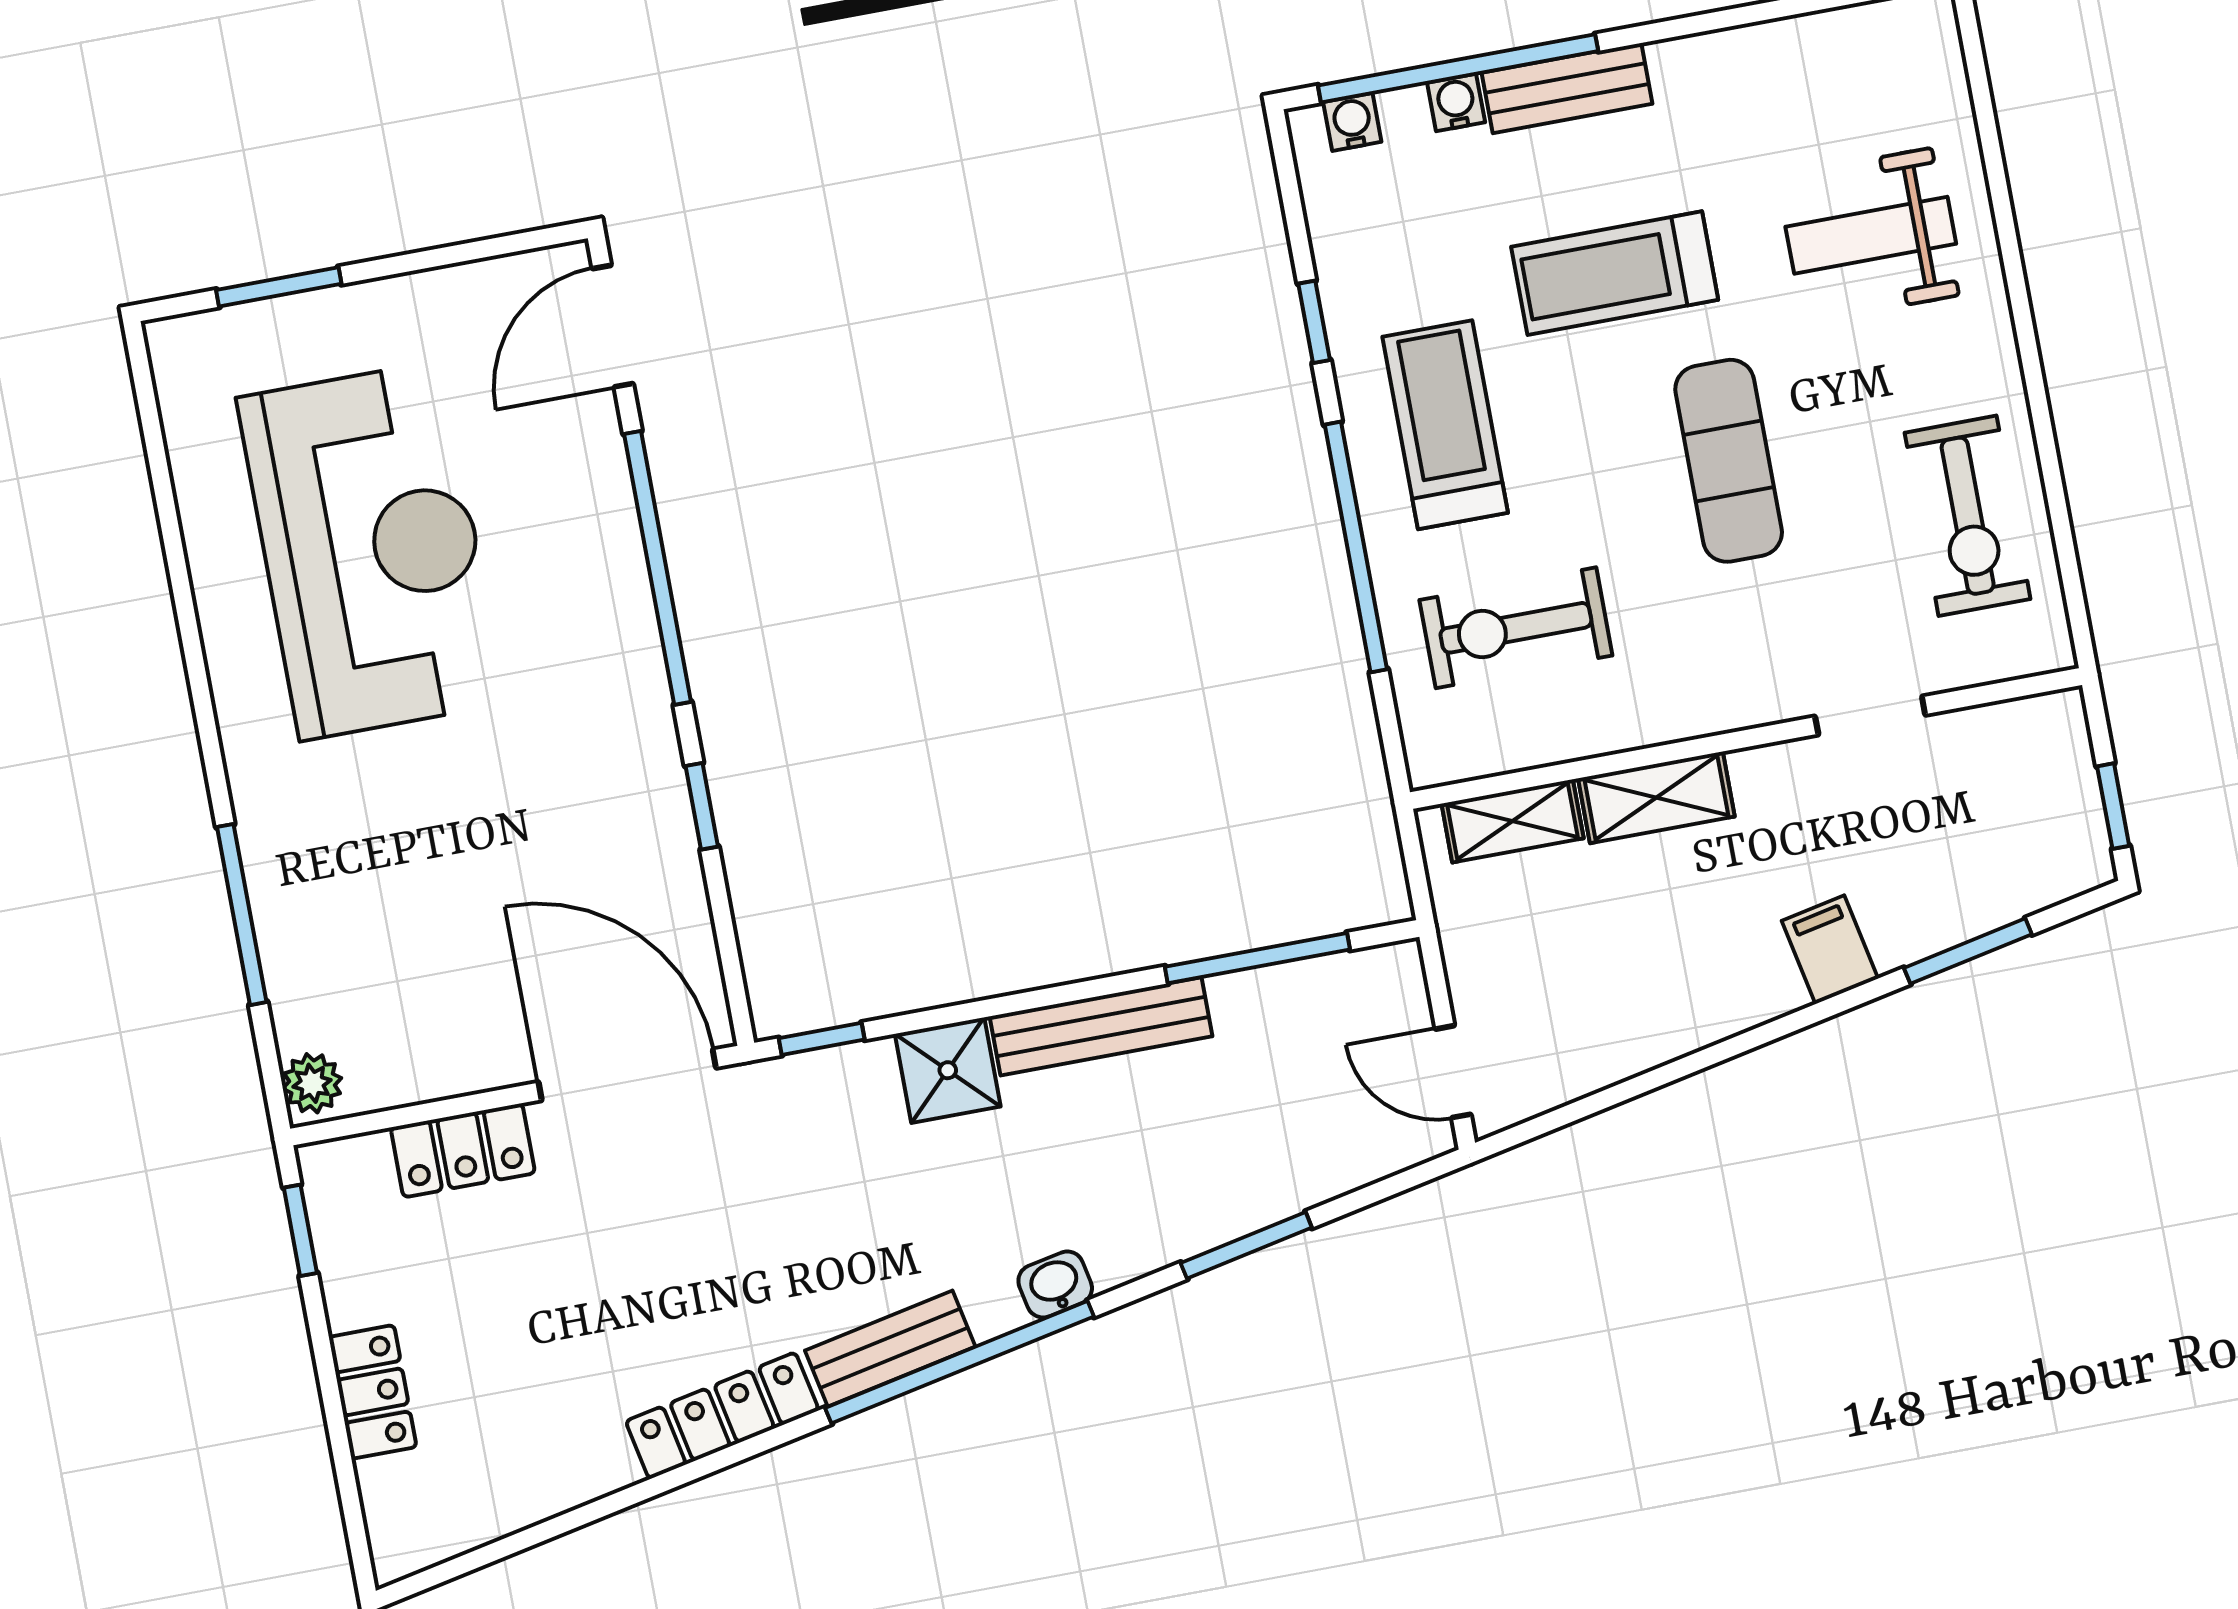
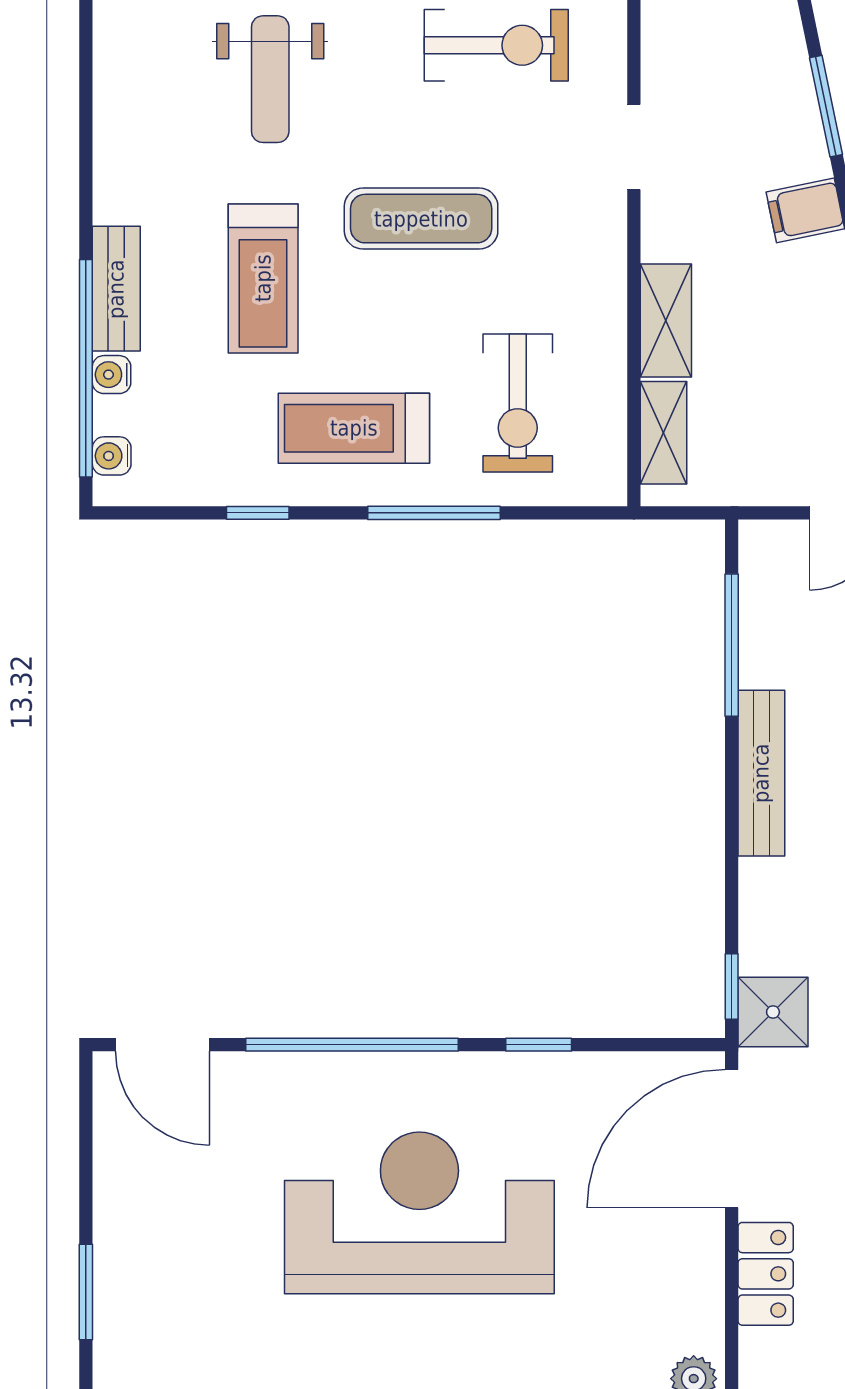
window: (1356, 547) -> (434, 513), width x0.68
reception desk: (371, 551) -> (419, 1213), moved
shower: (948, 1070) -> (773, 1012), moved

